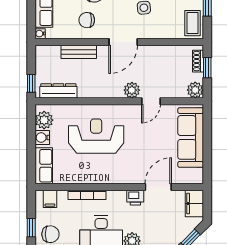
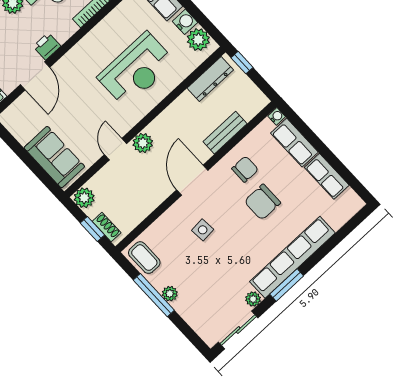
sofa: (191, 137) -> (54, 157), width x0.73

